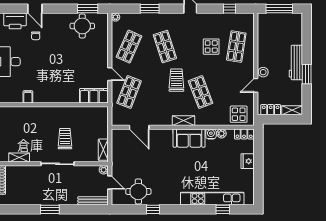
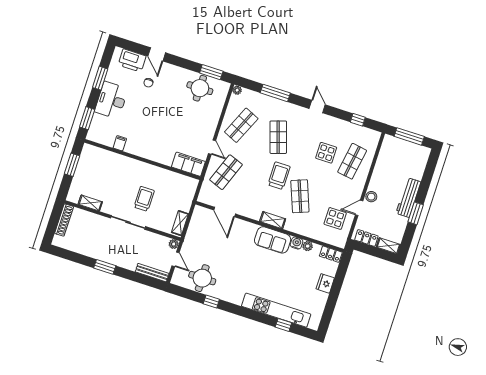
window: (150, 9) -> (275, 93), width x1.44
display table: (239, 114) -> (335, 218), moved

